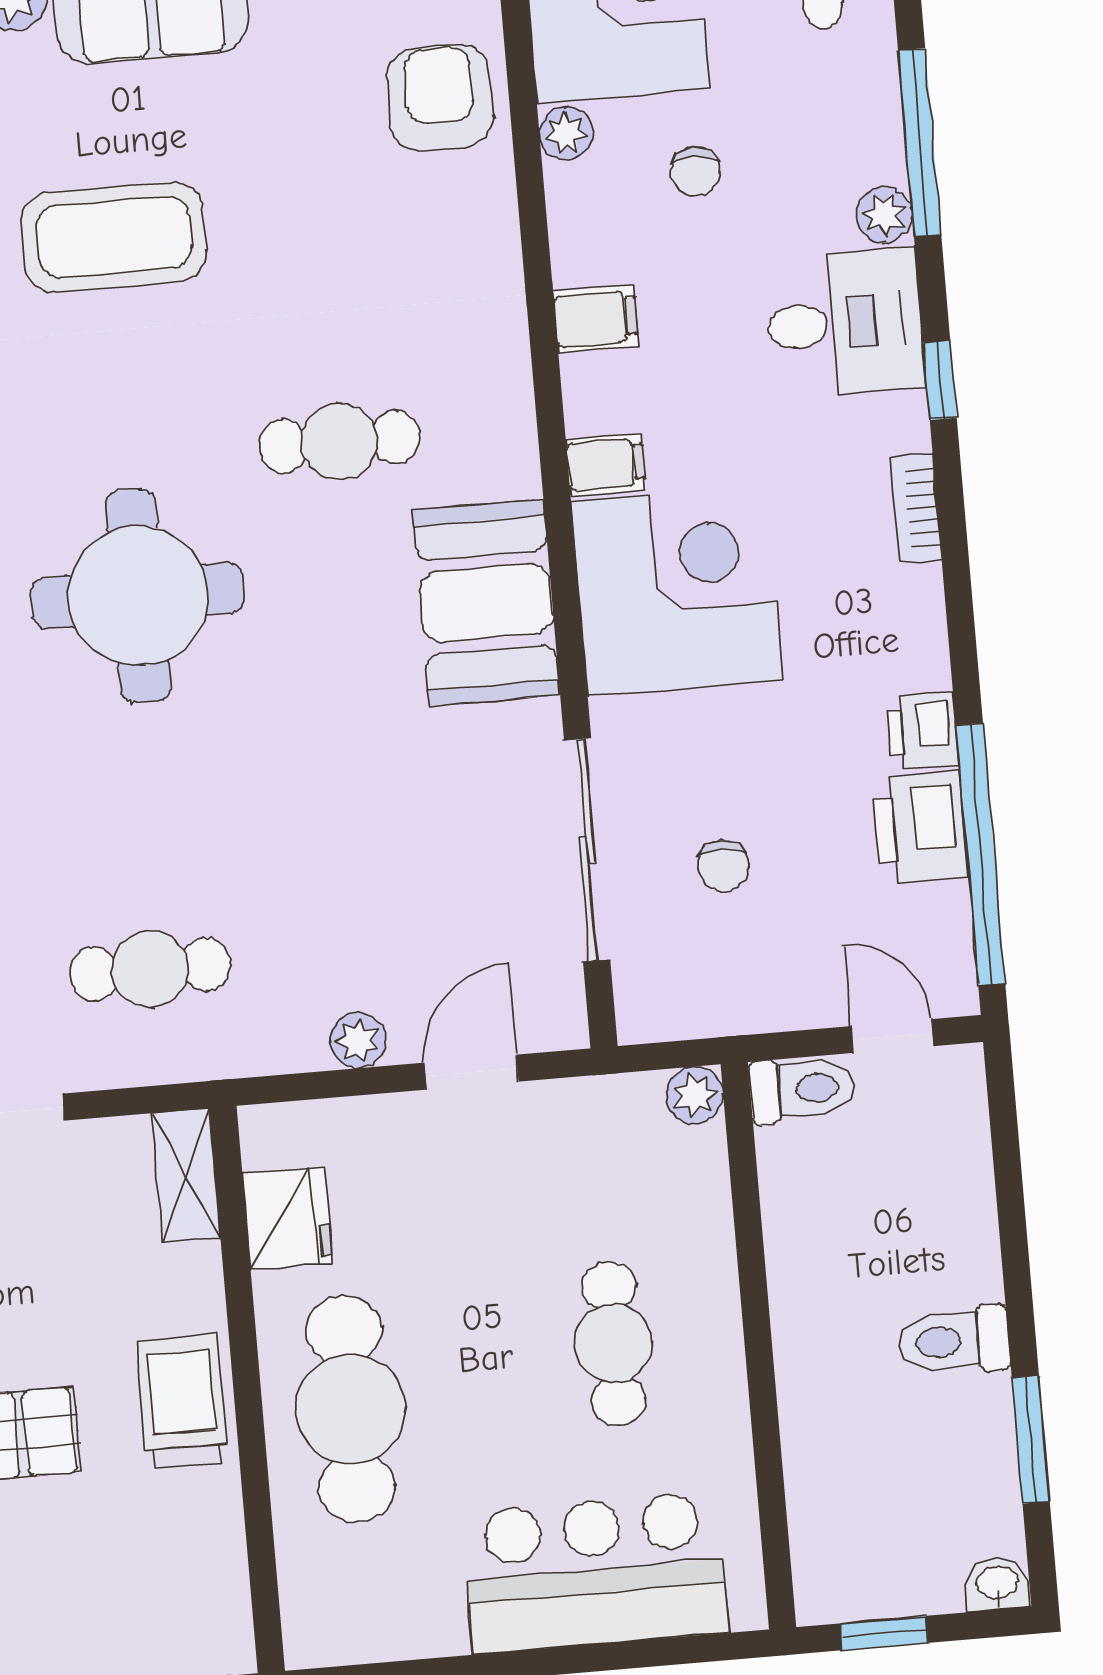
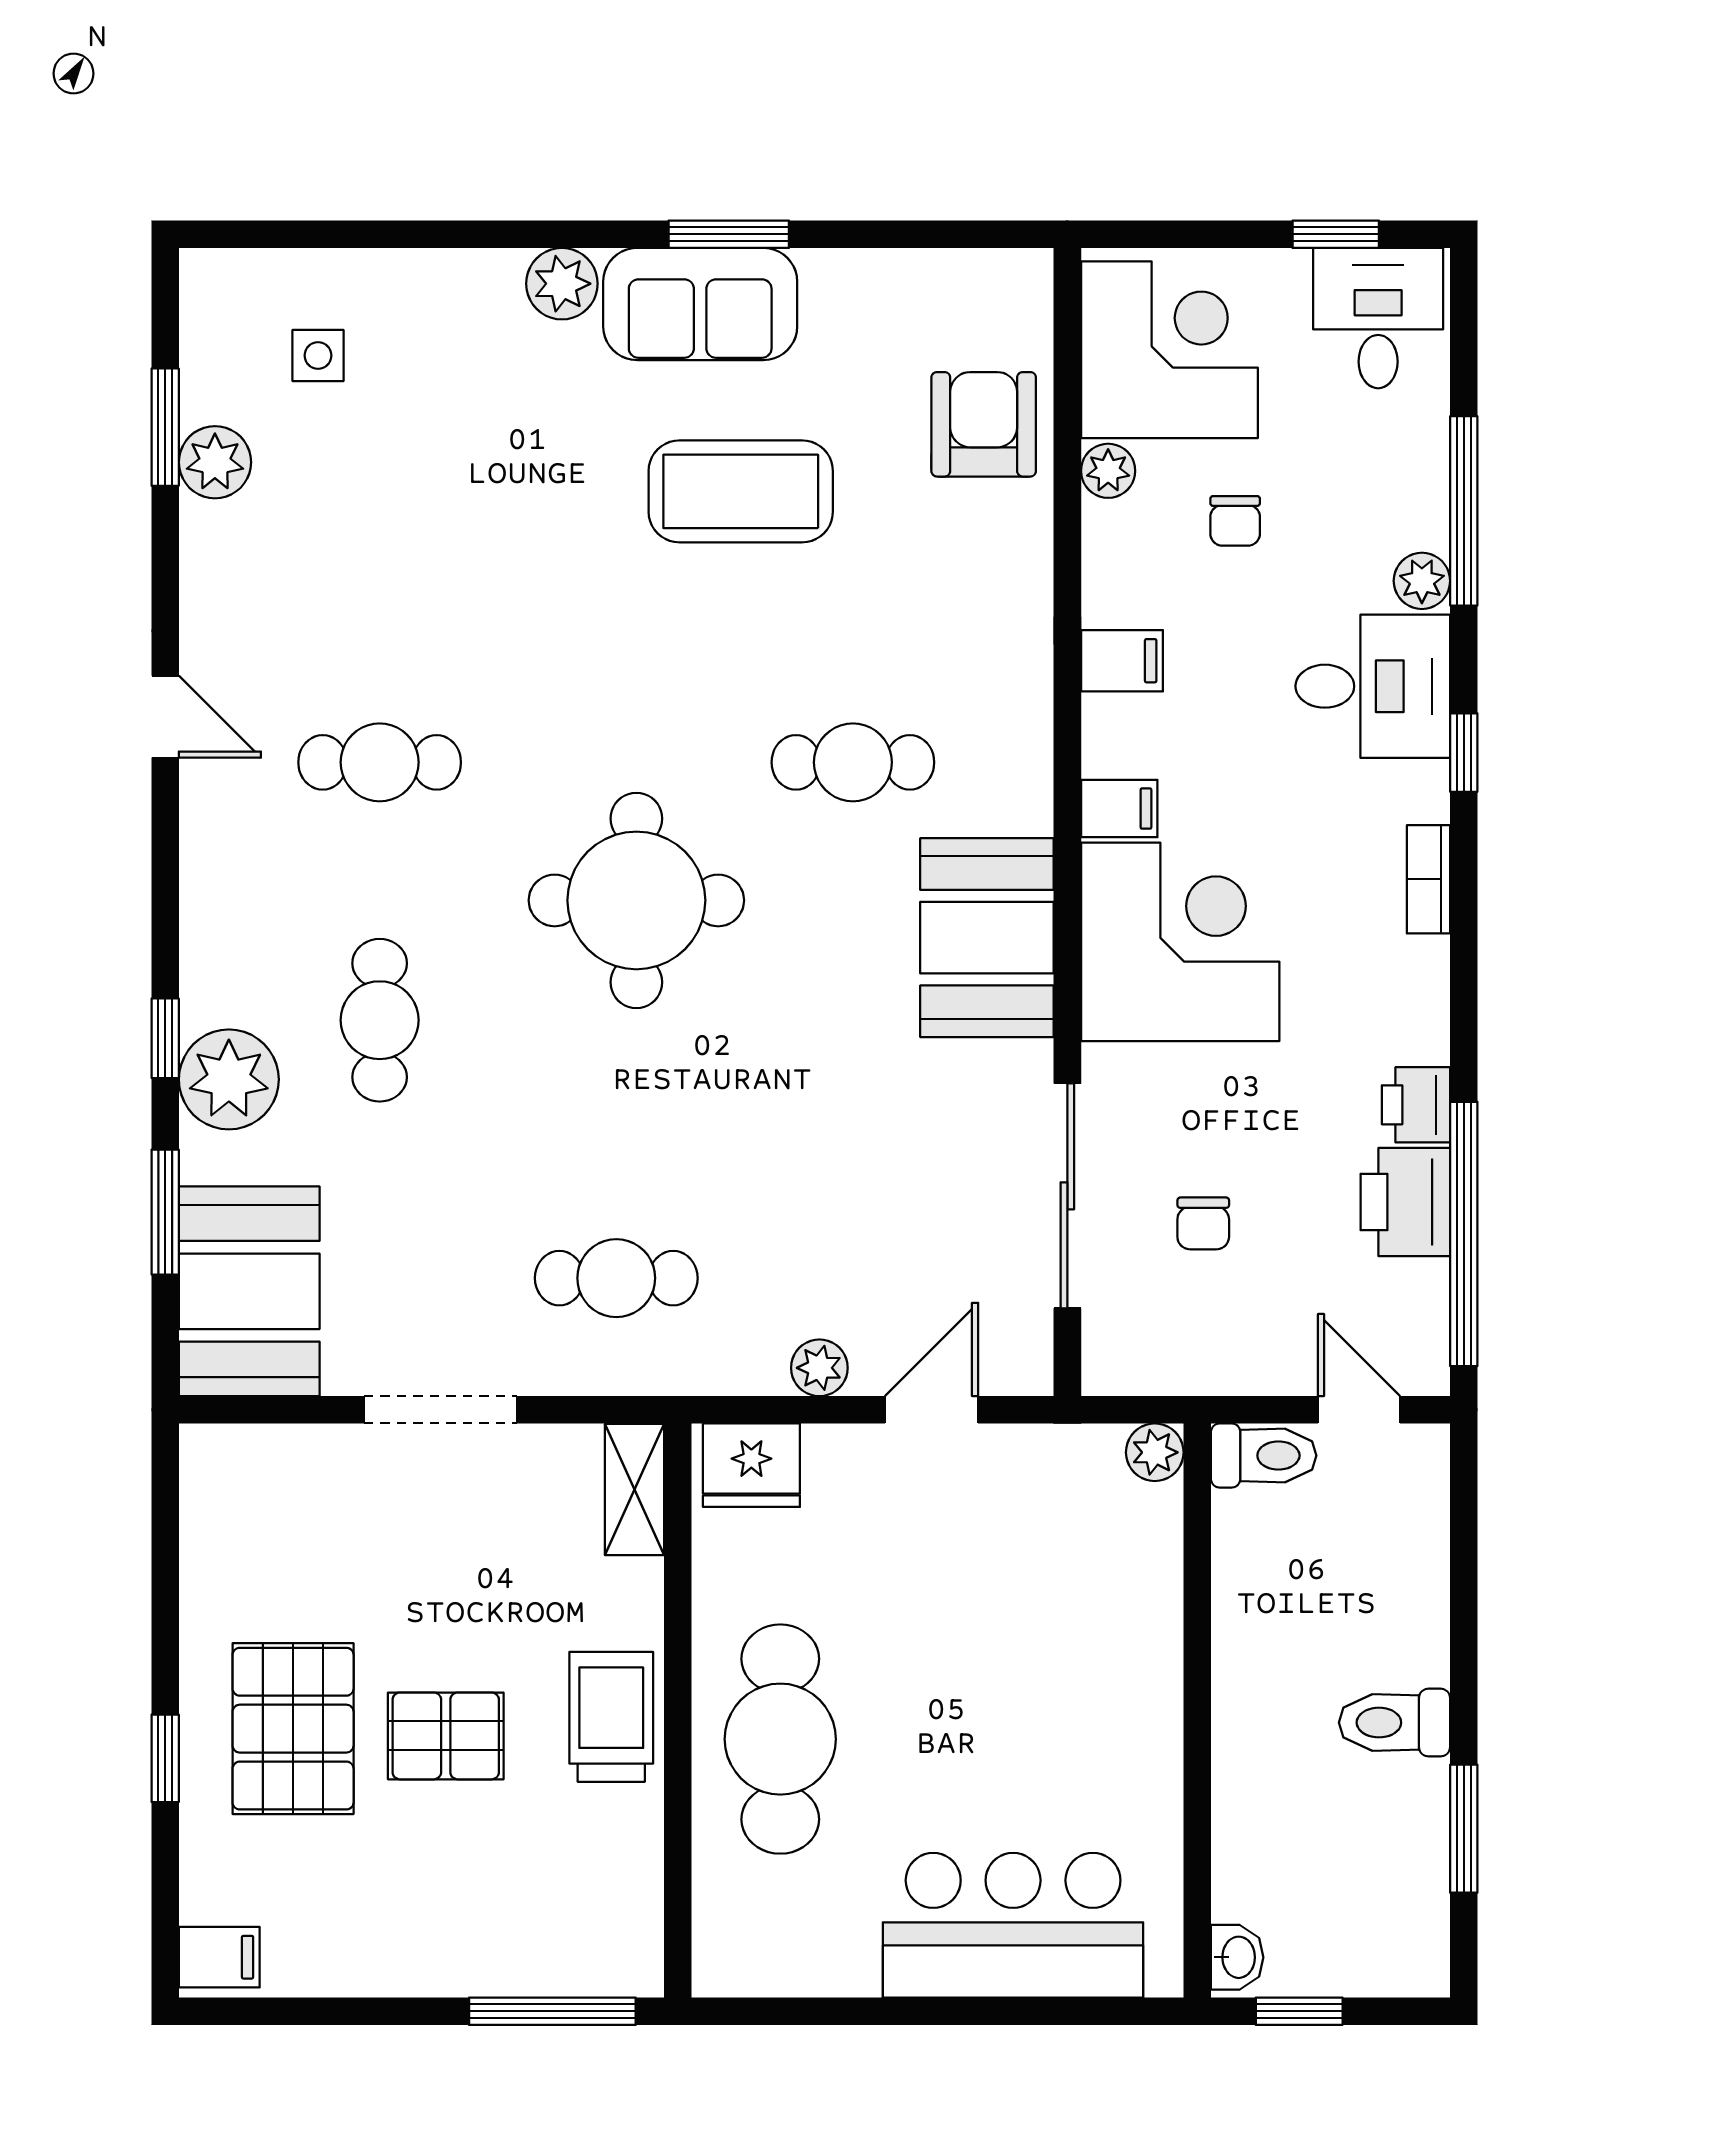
coffee table: (114, 237) -> (741, 491), moved
fridge: (287, 1218) -> (751, 1465), moved, turned 90
cafe table: (614, 1343) -> (1052, 1696), removed
washbasin: (997, 1584) -> (1237, 1957), moved, turned 90

